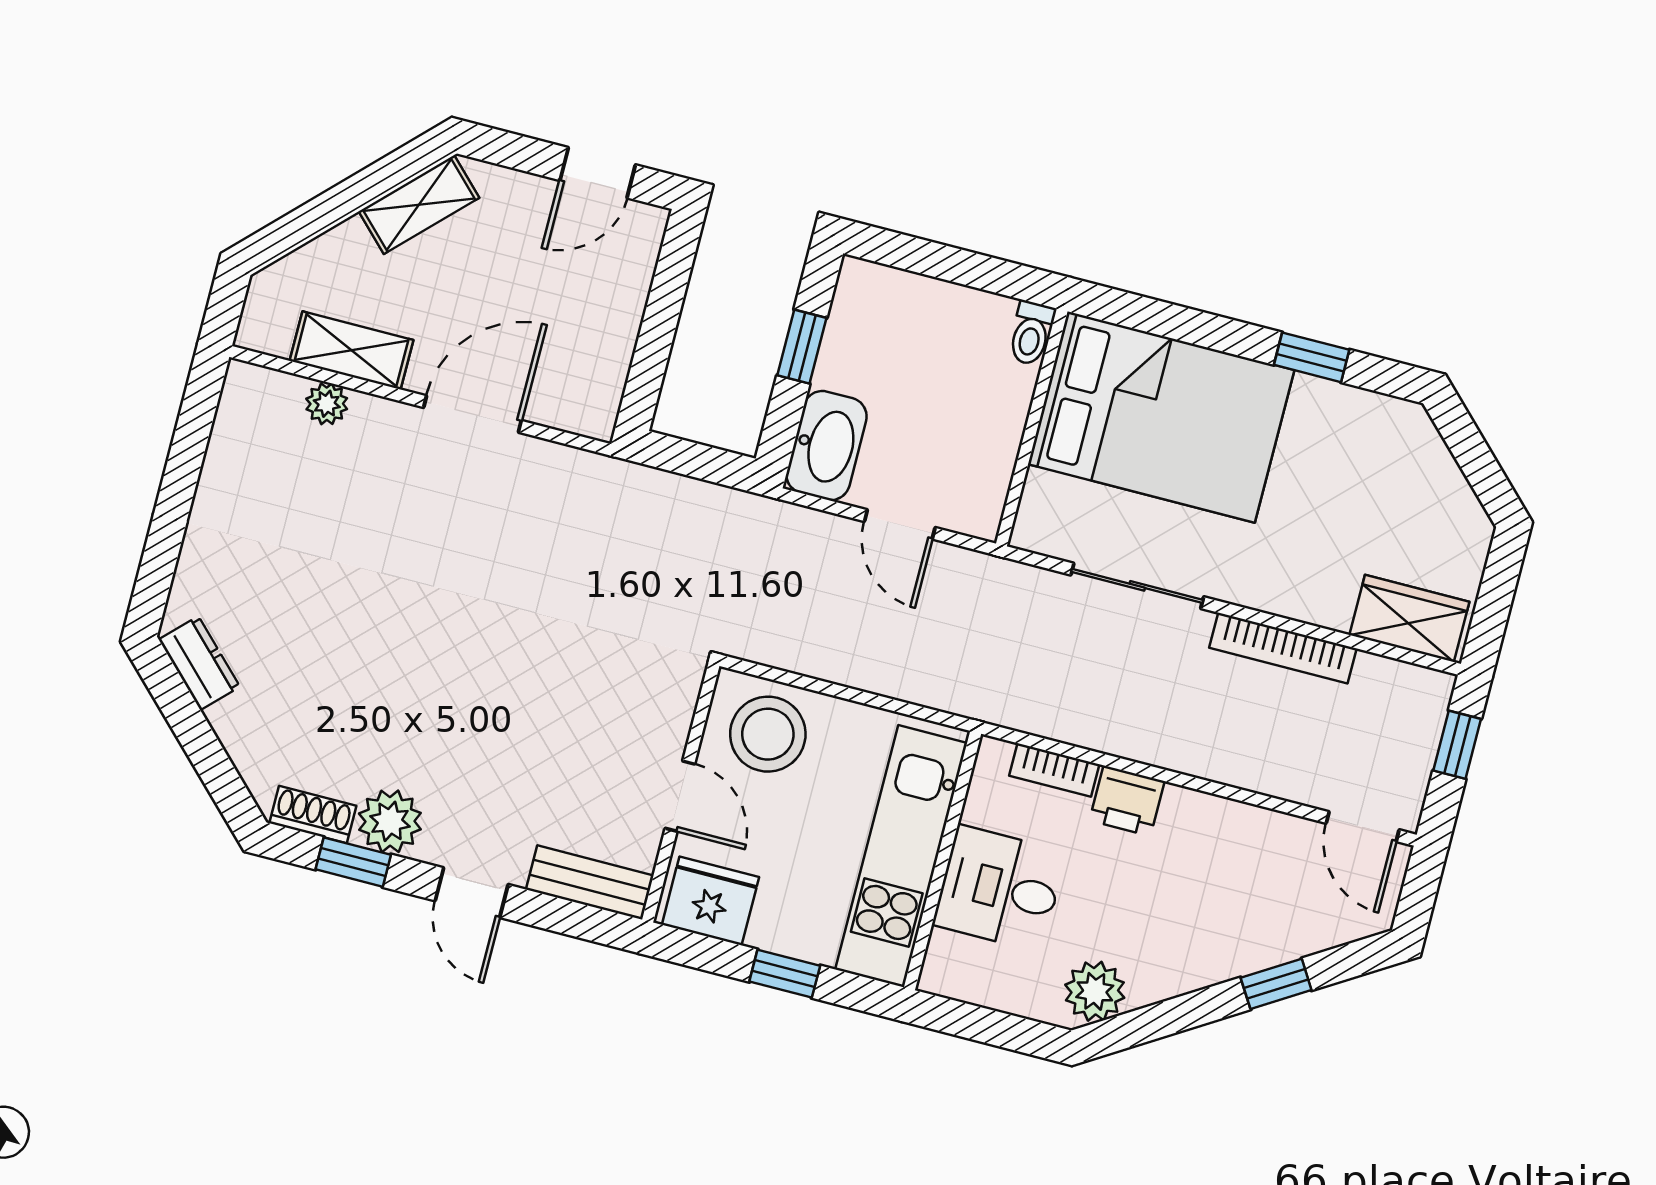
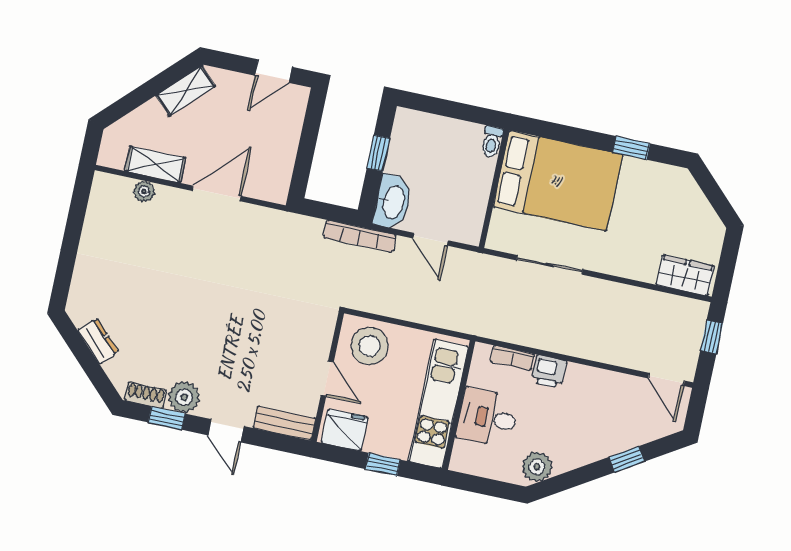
bookcase: (1283, 648) -> (360, 236), moved
dresser: (199, 663) -> (98, 341), moved

